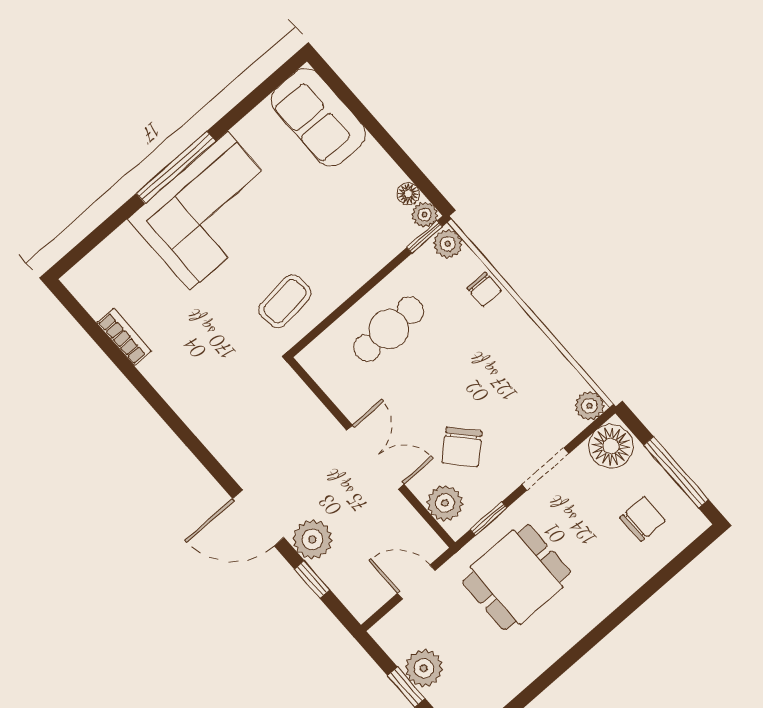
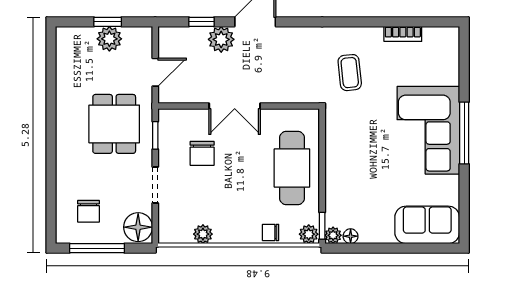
coffee table: (285, 301) -> (350, 73), moved
cafe table: (389, 329) -> (292, 168), width x1.37, depth x1.35
plant: (589, 406) -> (203, 234), moved
chair: (462, 447) -> (202, 153), turned -138
plant: (445, 503) -> (182, 121), removed

